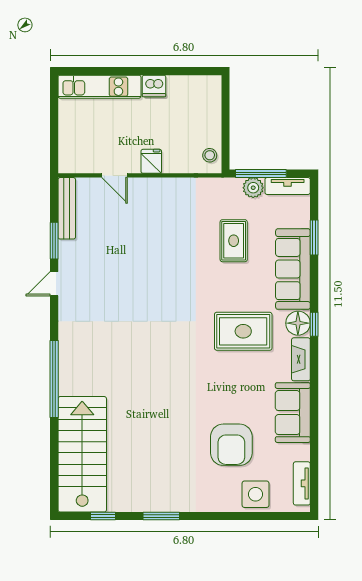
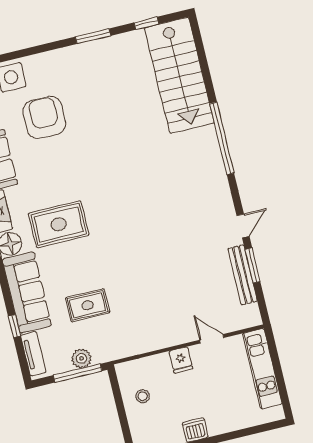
kitchen unit: (99, 87) -> (262, 369), moved, turned -90
stool: (210, 155) -> (143, 396), moved
tv unit: (288, 186) -> (33, 354), moved, turned 90
bench: (67, 208) -> (243, 275), moved
window: (314, 238) -> (14, 326), width x0.67
rug: (234, 241) -> (88, 305), turned 90

